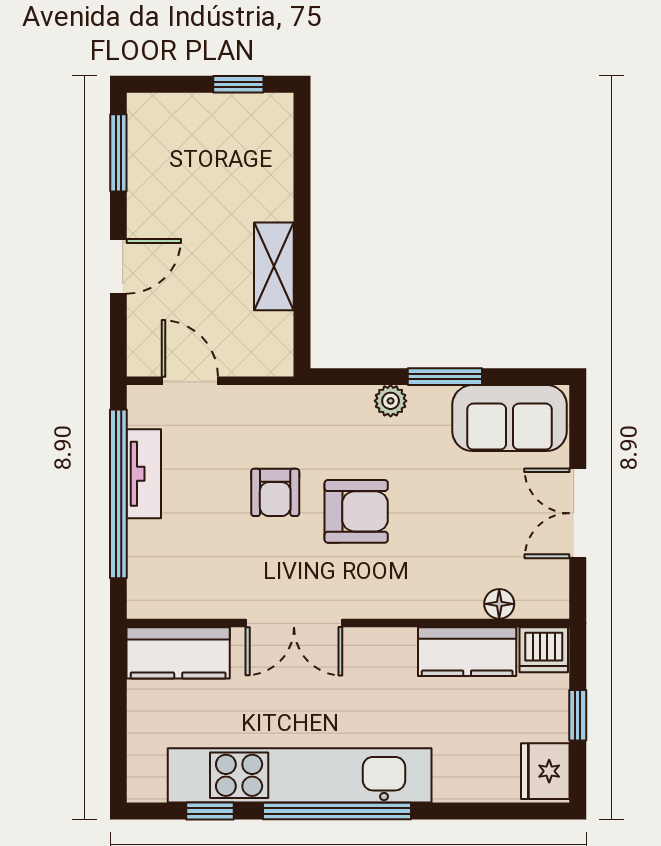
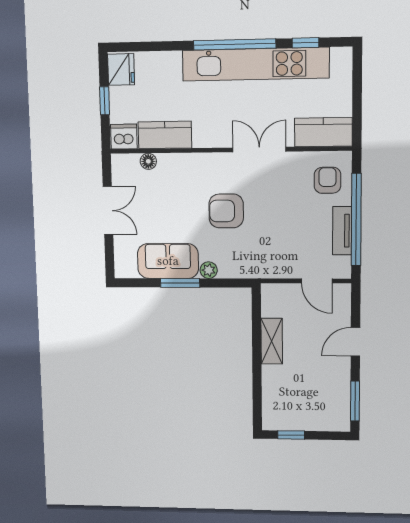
sofa: (509, 418) -> (168, 261), moved
armchair: (275, 492) -> (327, 180), moved

